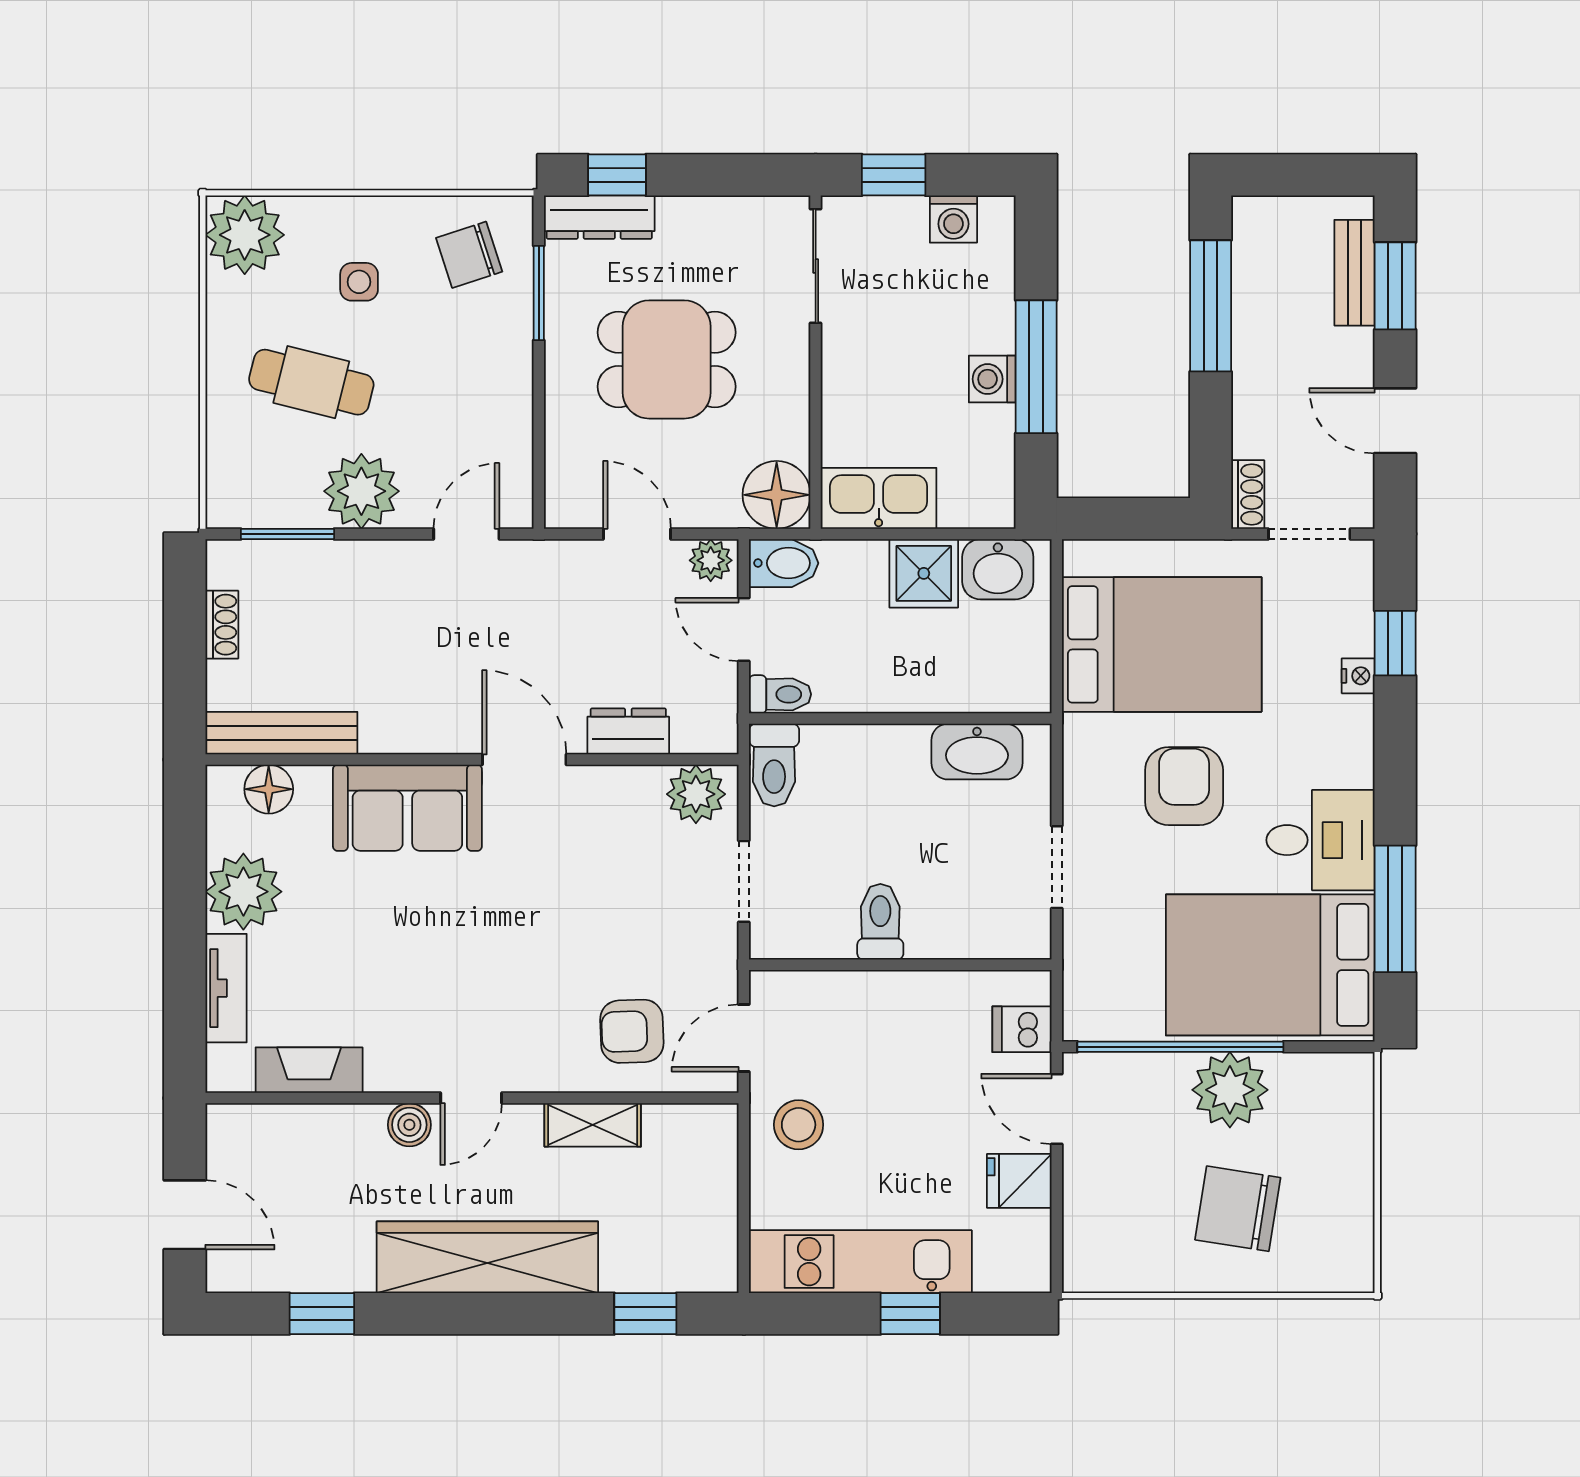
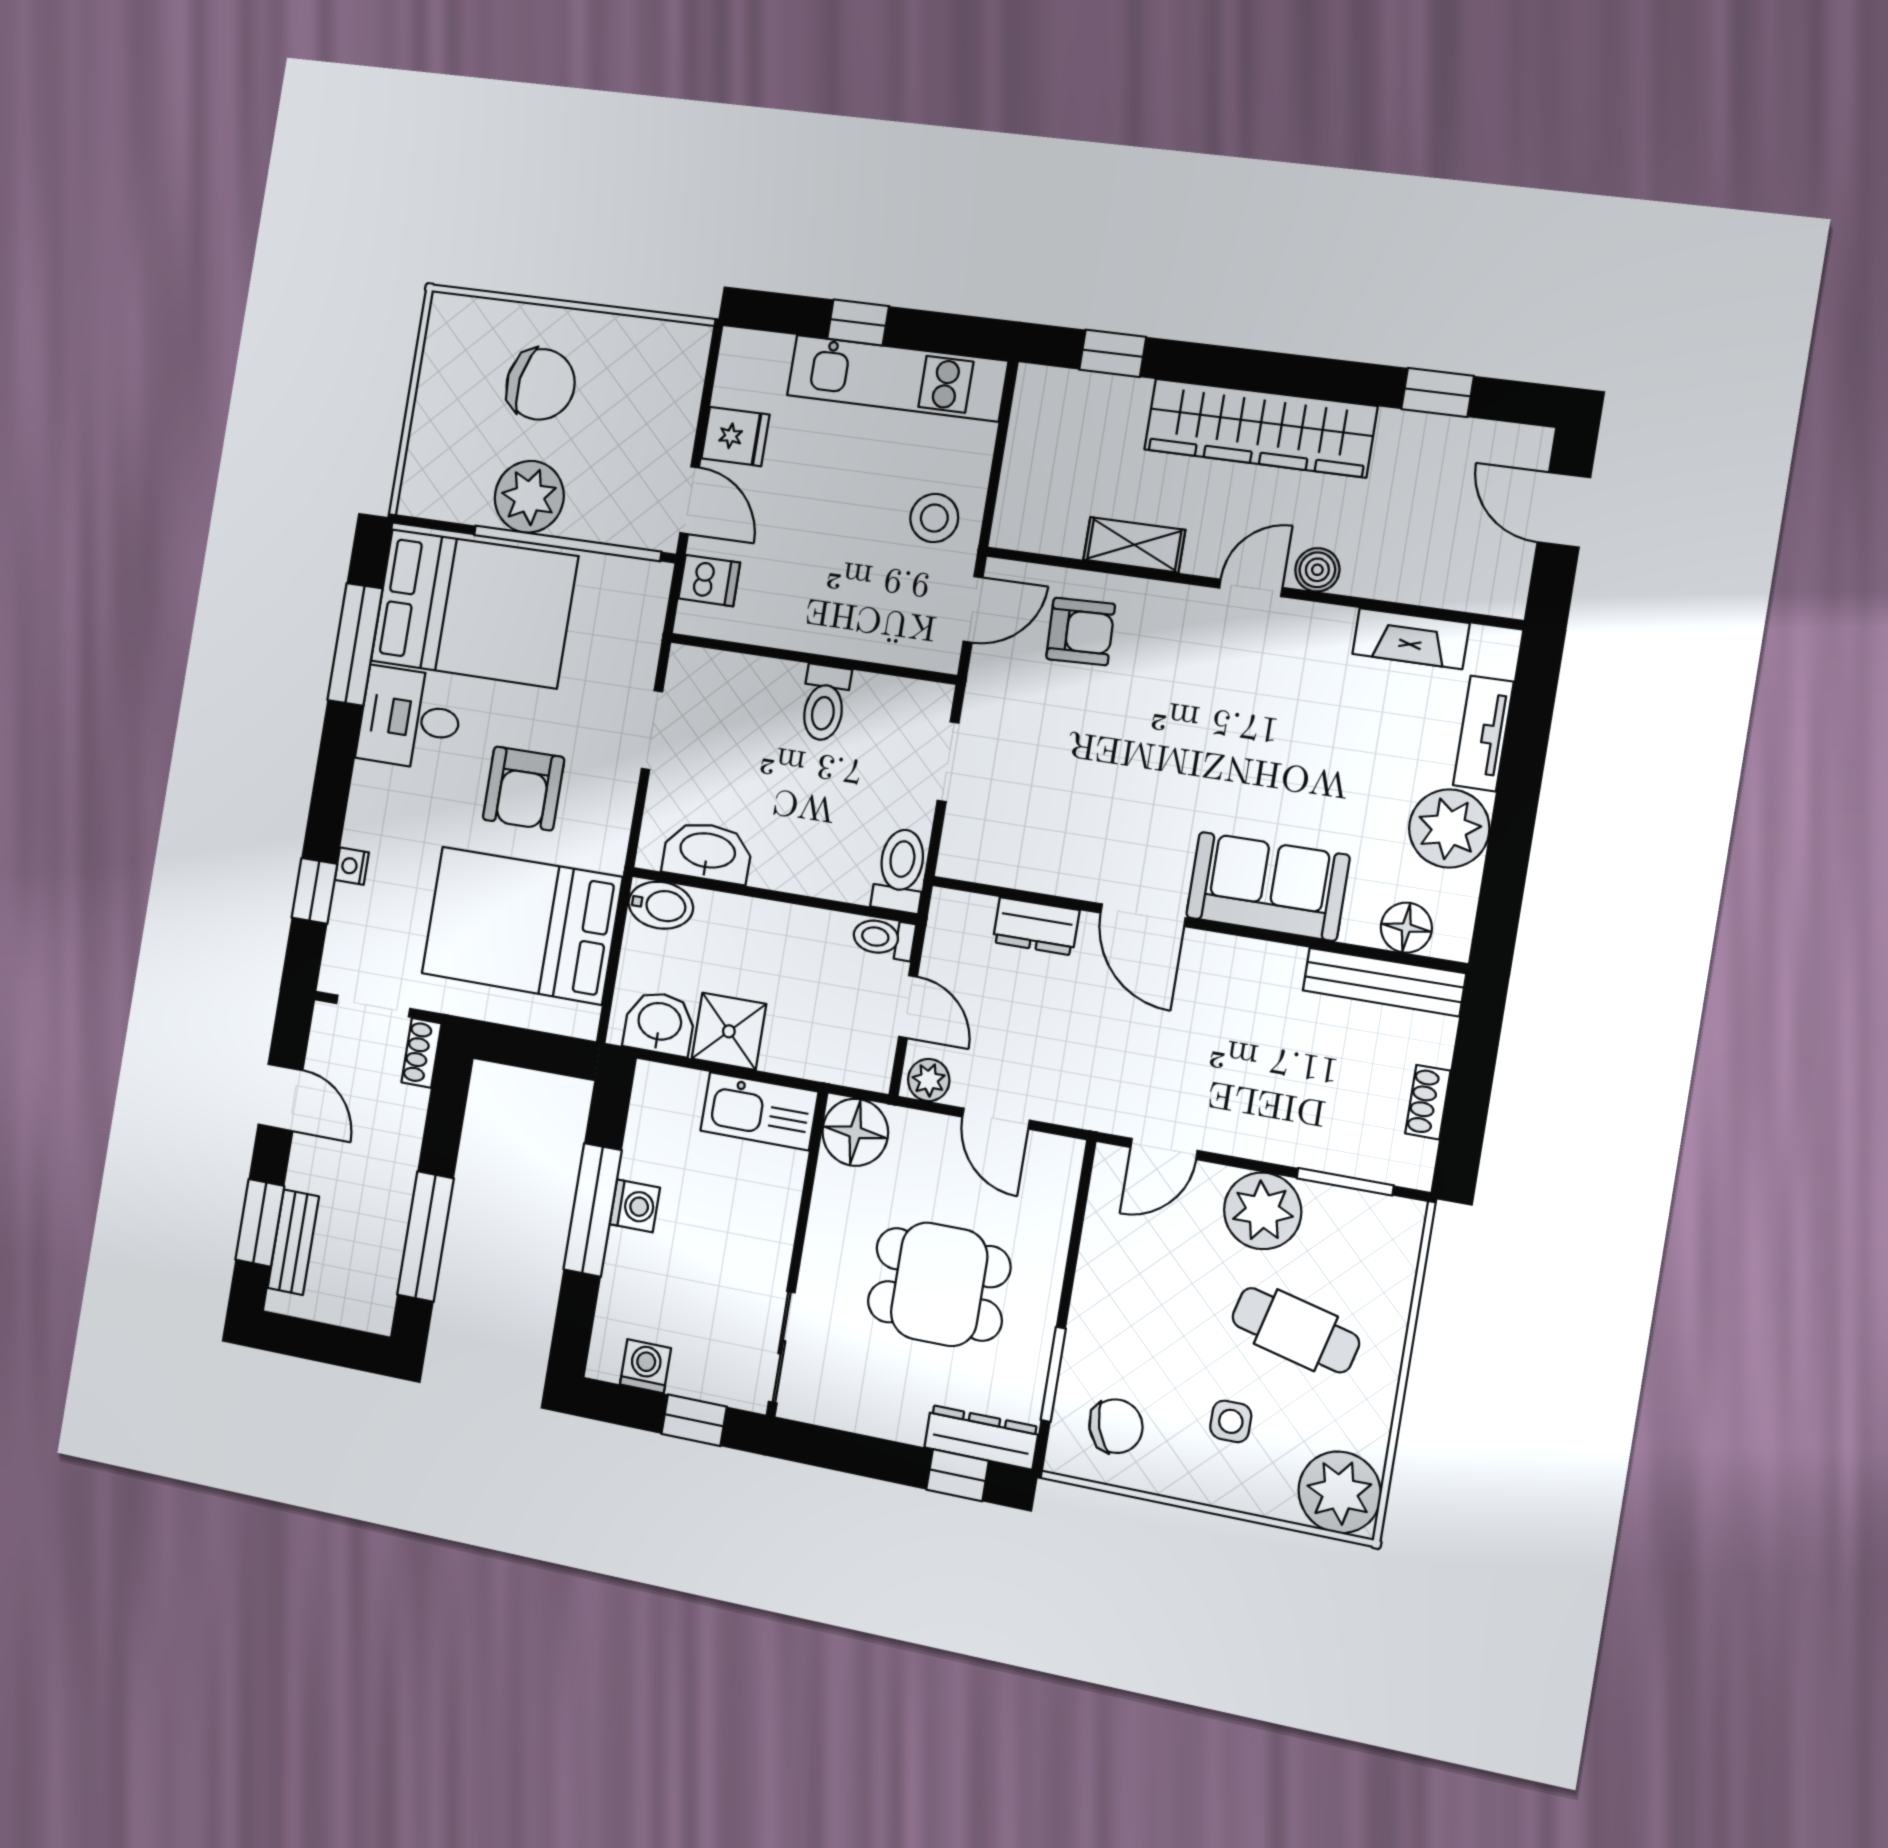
bidet: (784, 563) -> (661, 905), moved, turned 180
plant: (696, 794) -> (980, 854), removed

